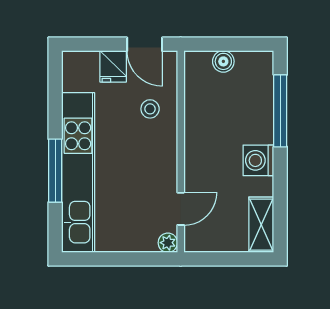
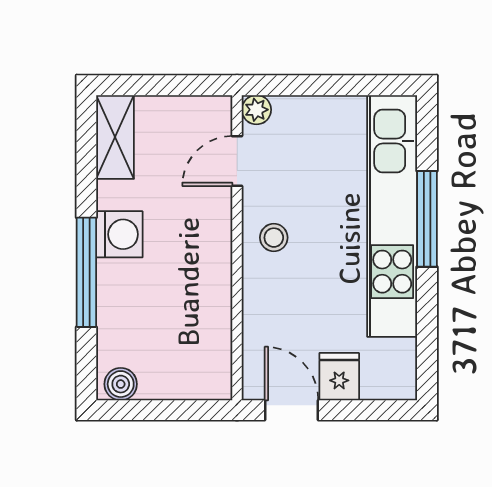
boiler: (223, 61) -> (121, 384), moved
stool: (150, 109) -> (274, 238), moved
window: (280, 111) -> (86, 272), moved

